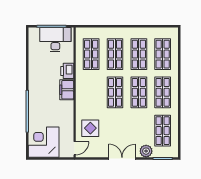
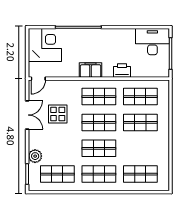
desk: (55, 40) -> (152, 42), moved, turned -90
shop shelf: (139, 54) -> (99, 97), moved
filing cabinet: (67, 90) -> (91, 70), moved
display table: (90, 128) -> (58, 114), moved
door: (75, 148) -> (38, 79), hinge flipped
double door: (122, 158) -> (27, 115), moved

